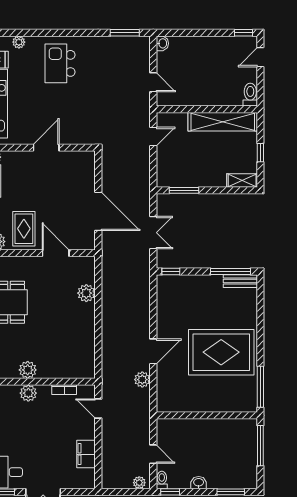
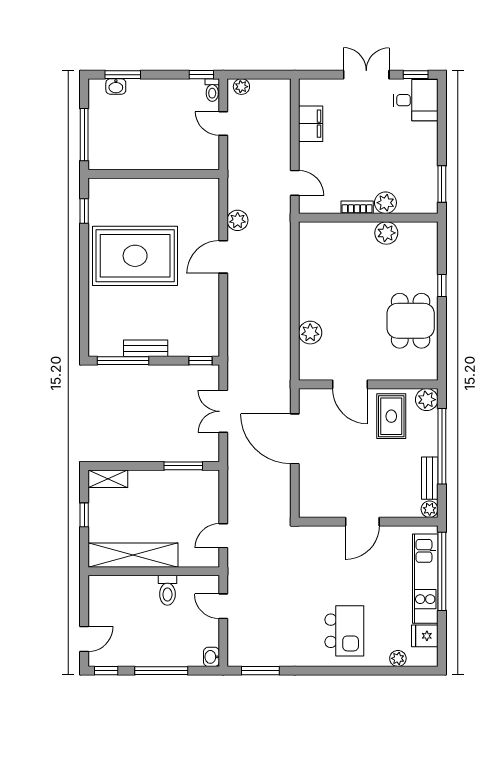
window: (201, 33) -> (161, 671), added
toilet: (250, 95) -> (167, 590), moved
bench: (240, 281) -> (146, 348), moved
window: (260, 387) -> (84, 211), width x0.46
bookcase: (64, 390) -> (357, 207), moved
washbasin: (199, 483) -> (116, 86), moved

